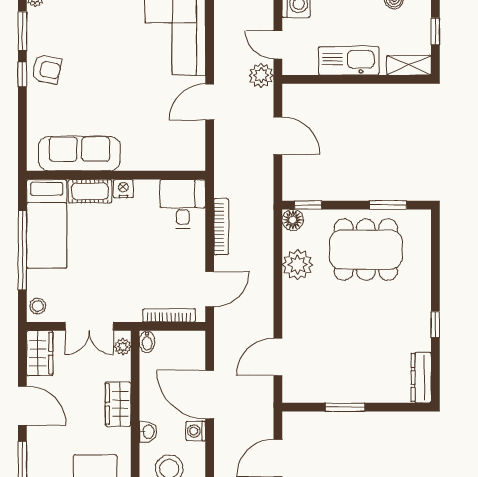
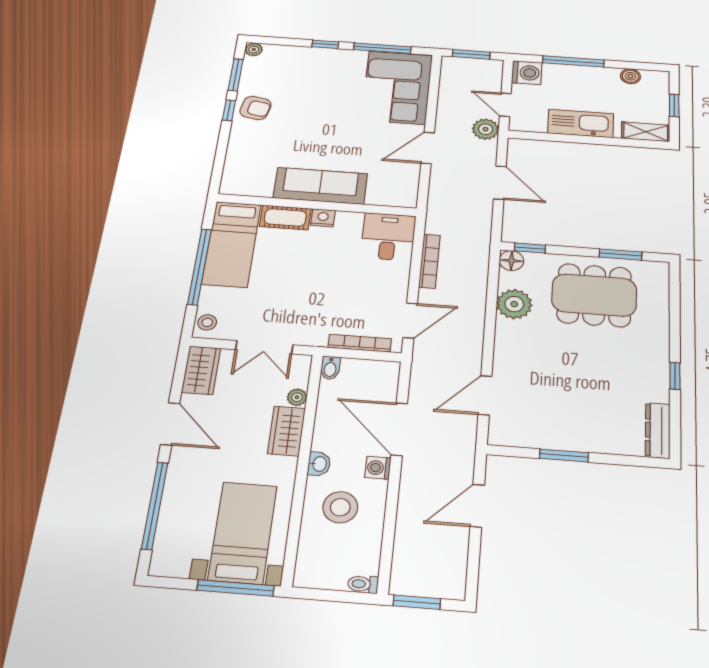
sofa: (79, 154) -> (320, 186), moved
plant: (123, 347) -> (297, 397), moved

